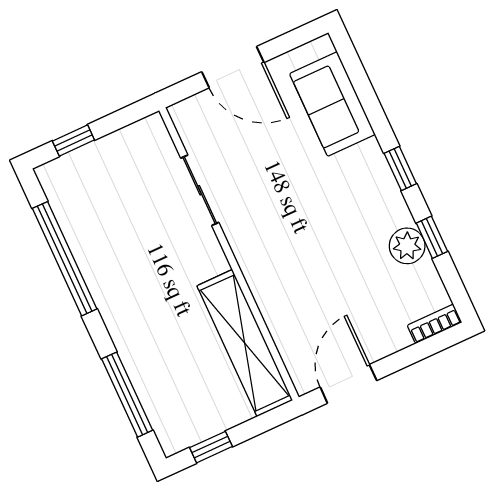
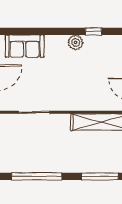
window: (400, 169) -> (61, 31), removed
plant: (407, 246) -> (76, 42), moved

